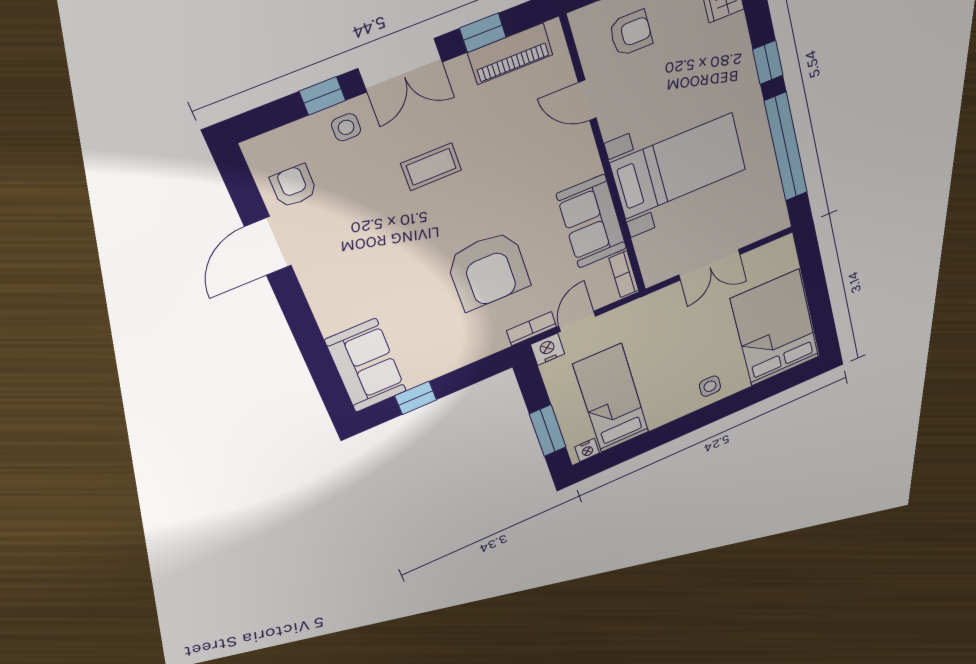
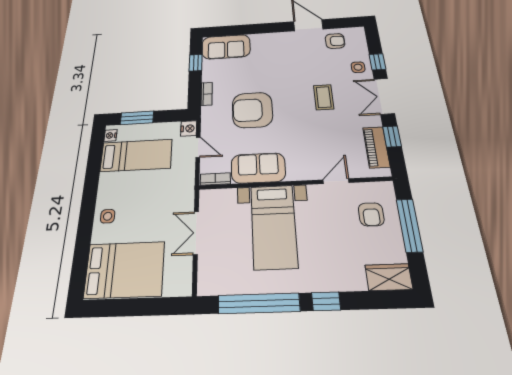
bookcase: (531, 329) -> (207, 94), moved

